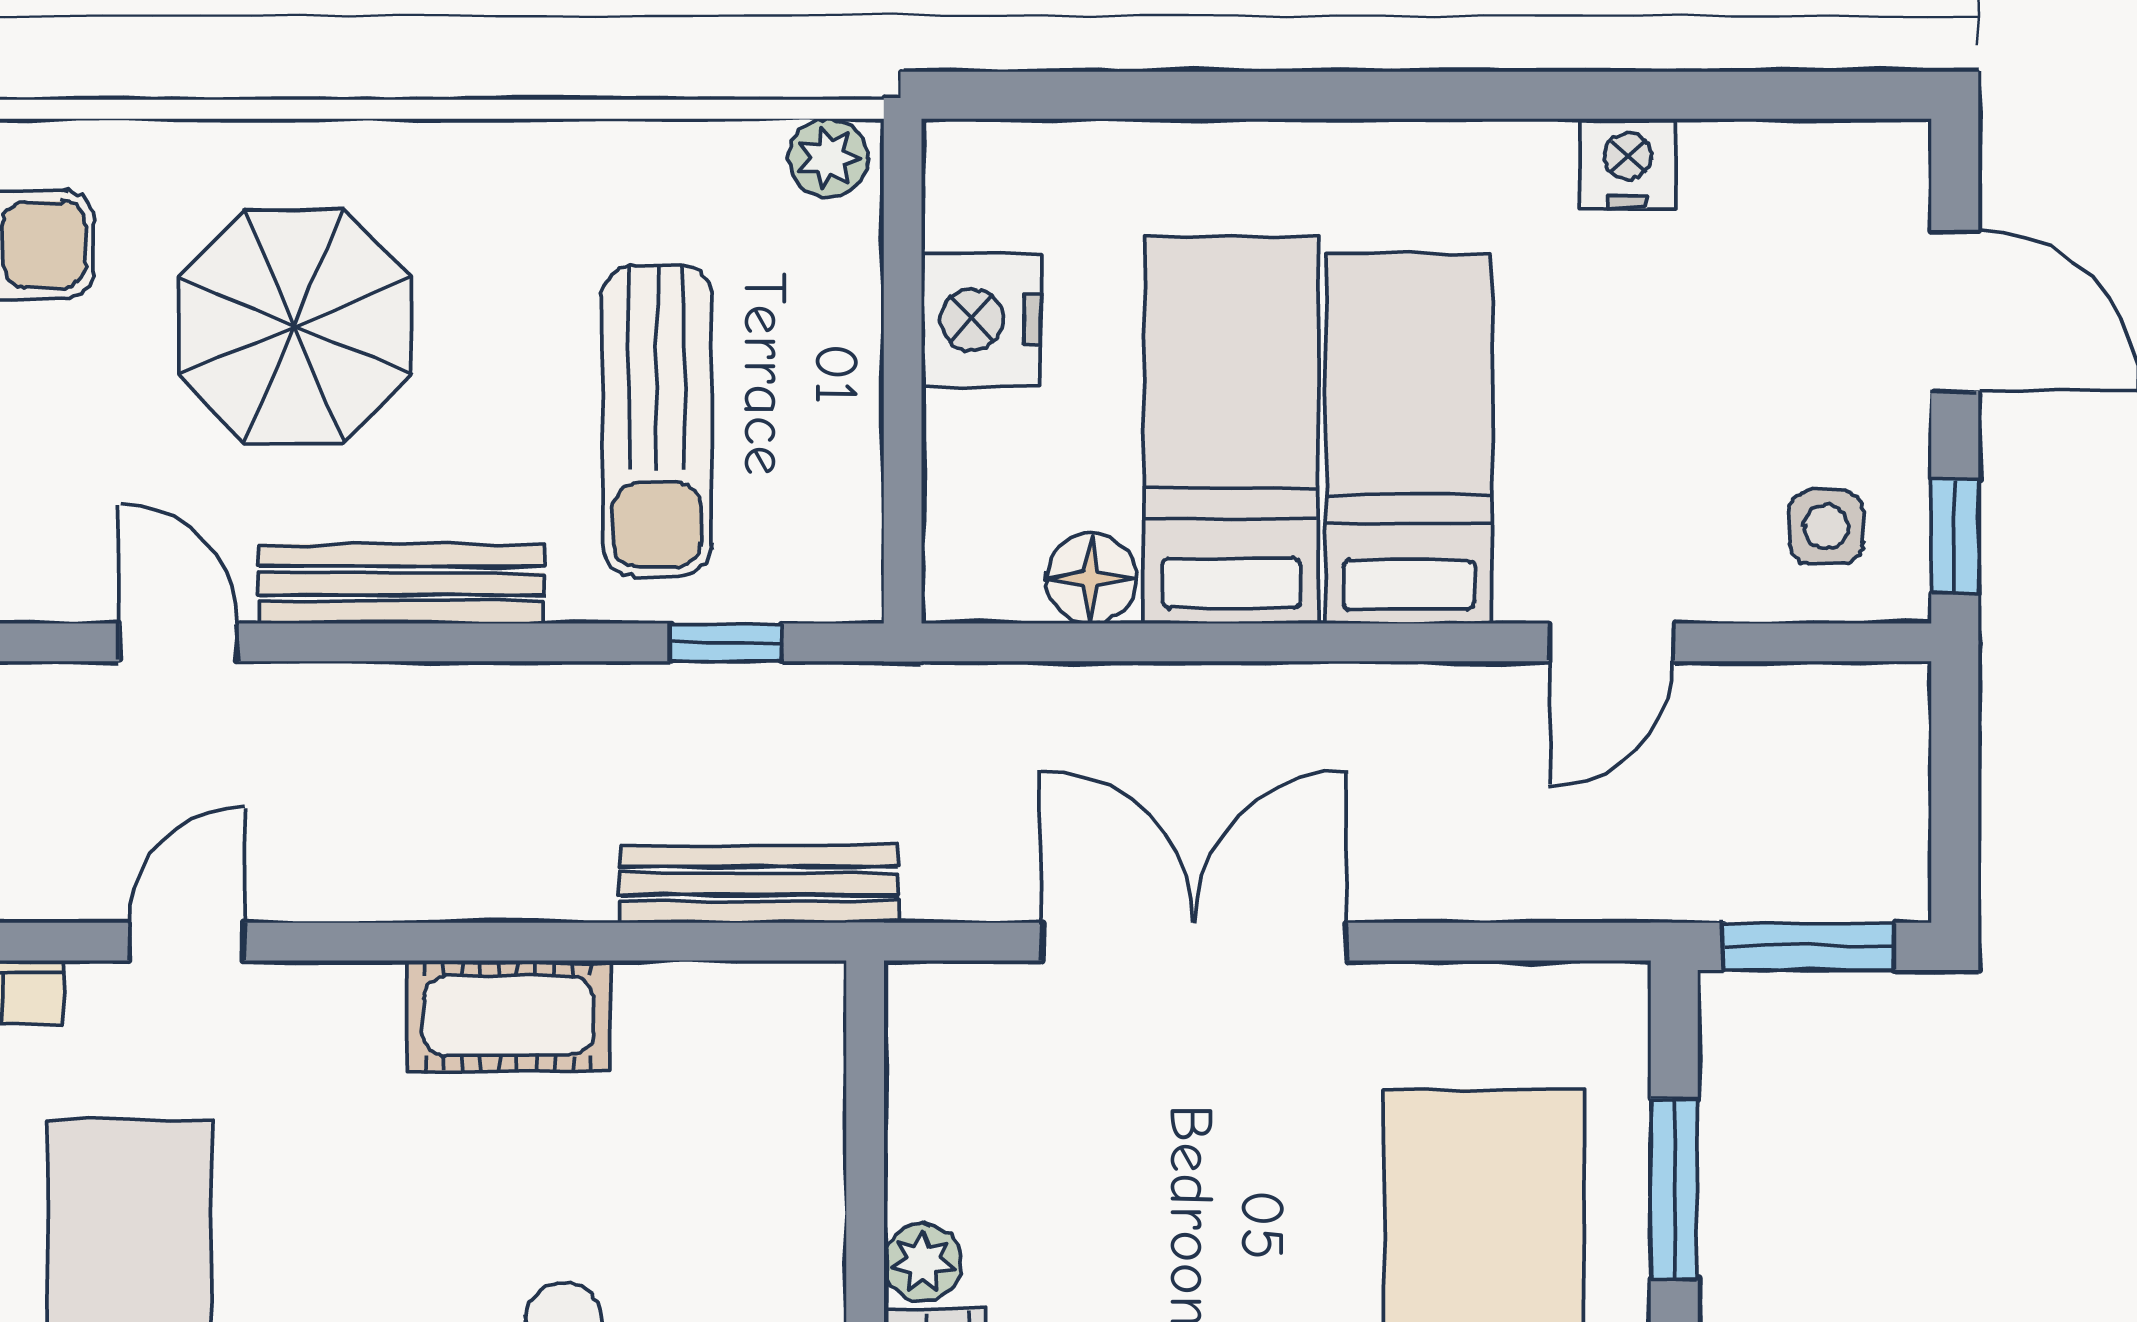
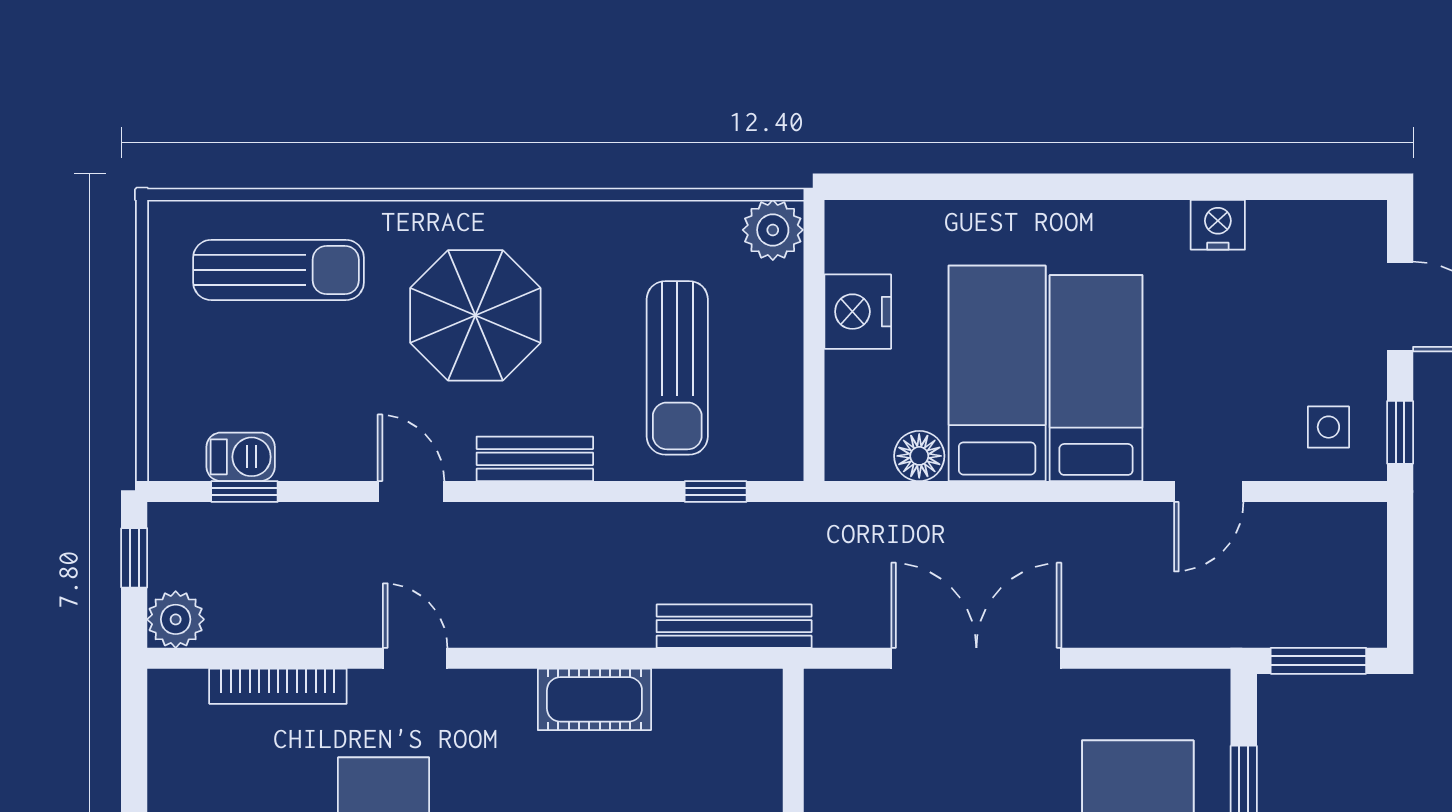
plant: (829, 158) -> (773, 230), width x1.38, depth x1.38
bench: (401, 584) -> (535, 459), width x0.73
door: (187, 942) -> (415, 658), hinge flipped

